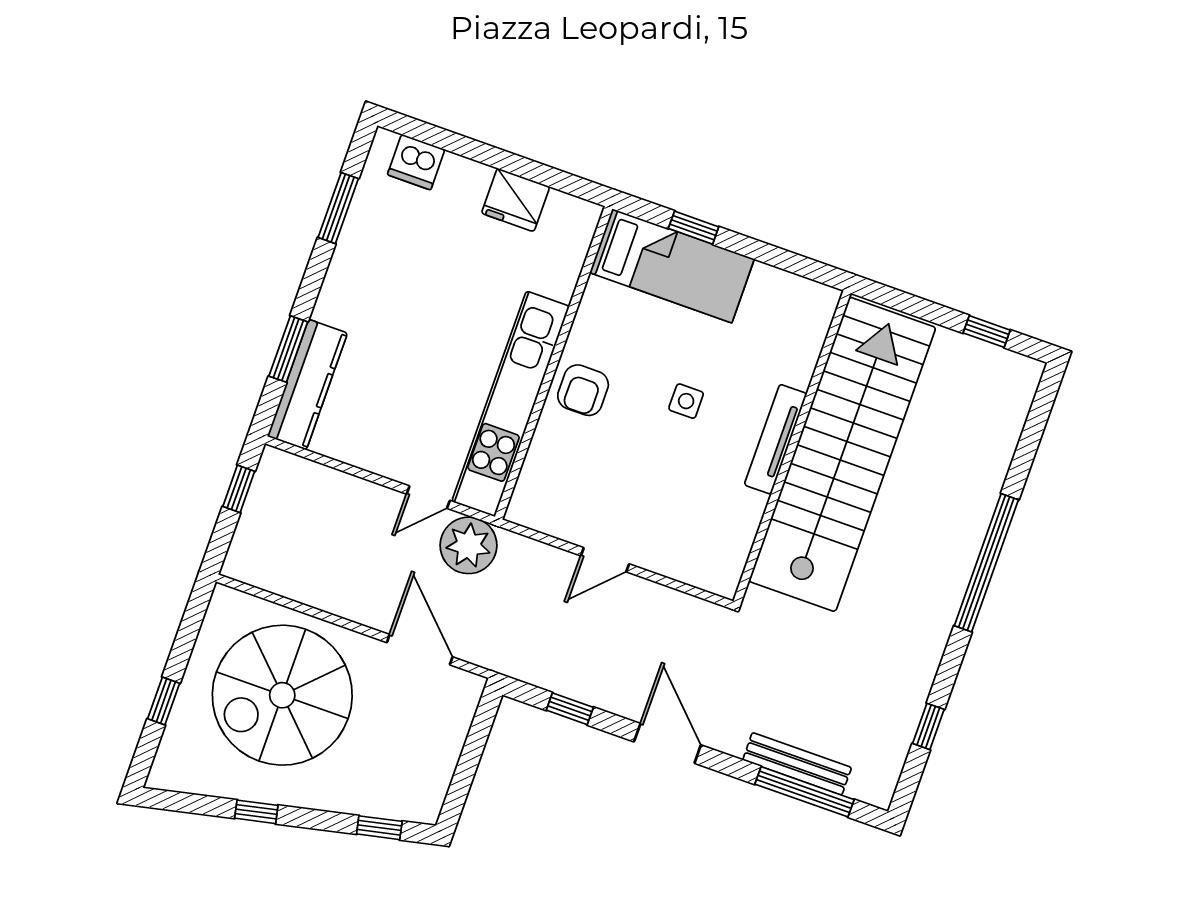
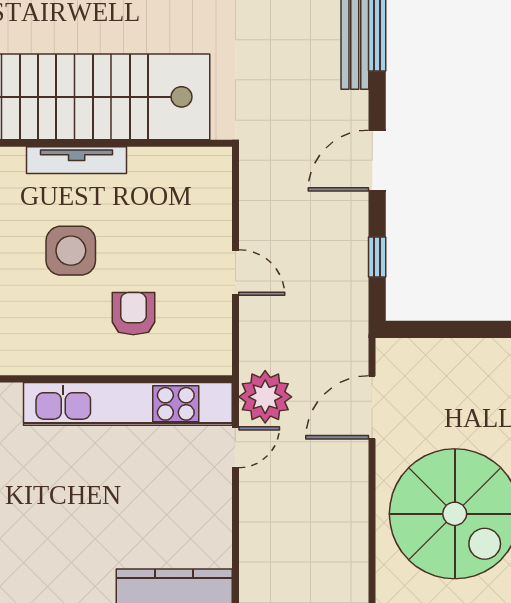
armchair: (583, 390) -> (133, 314), moved, turned -90
side table: (686, 401) -> (71, 251), width x1.87, depth x1.87
door: (428, 497) -> (235, 447), hinge flipped

